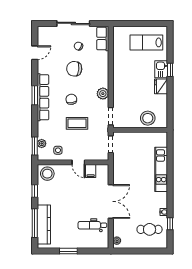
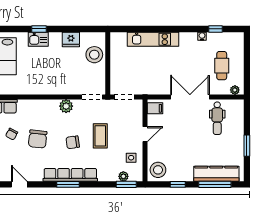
fridge: (161, 86) -> (71, 39), moved
filing cabinet: (91, 171) -> (155, 108), moved
cafe table: (150, 229) -> (222, 66), moved

